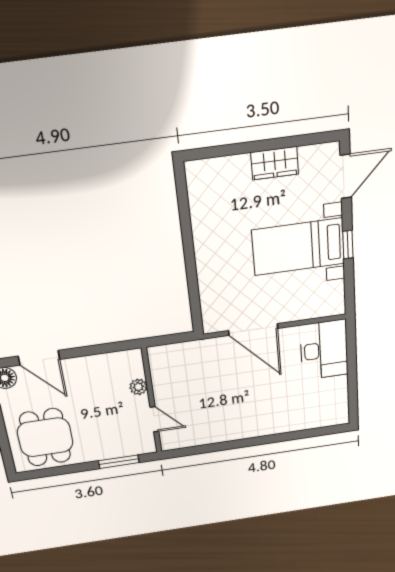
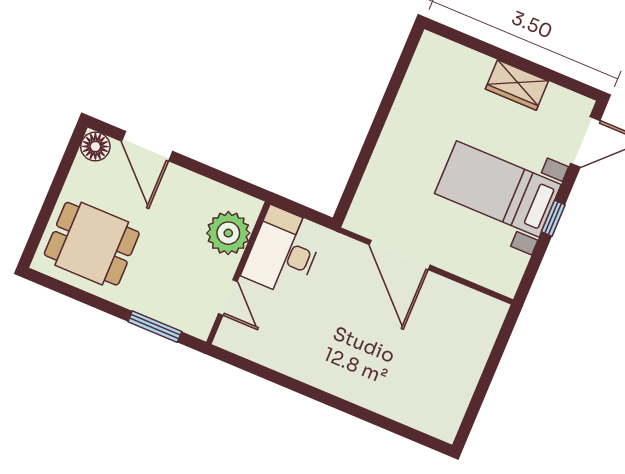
desk: (324, 350) -> (283, 252), moved, turned 180
plant: (138, 387) -> (228, 233), width x1.88, depth x1.88
dining table: (45, 437) -> (92, 244), turned 90

